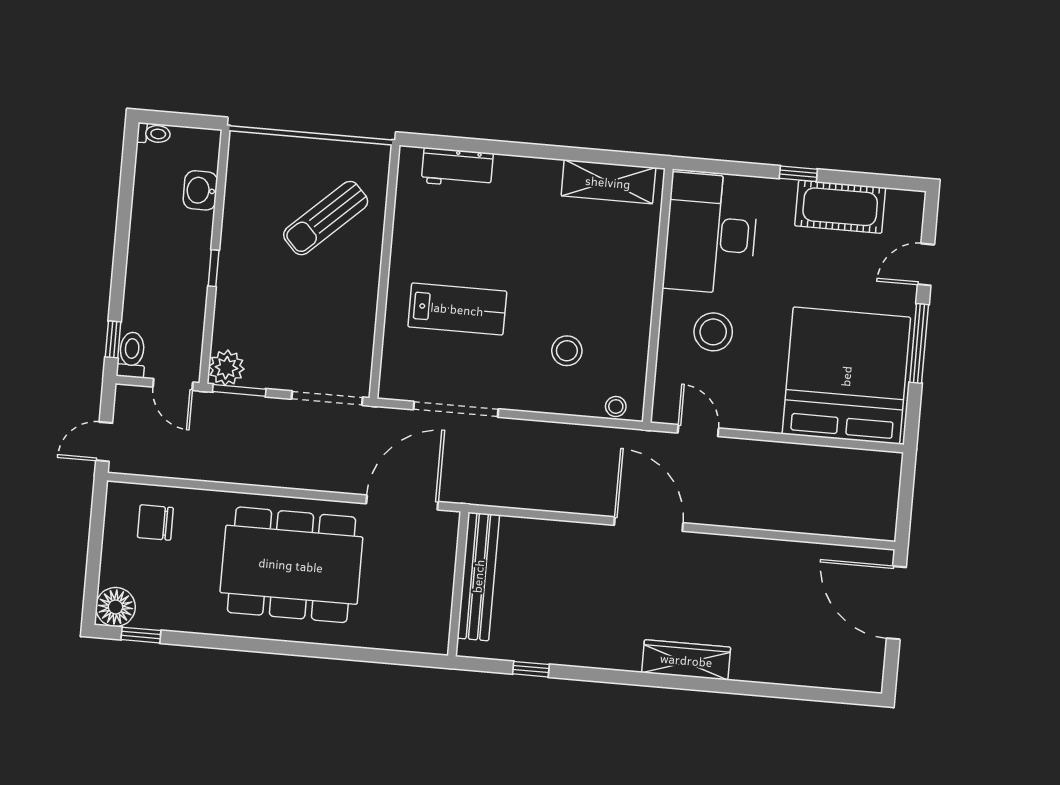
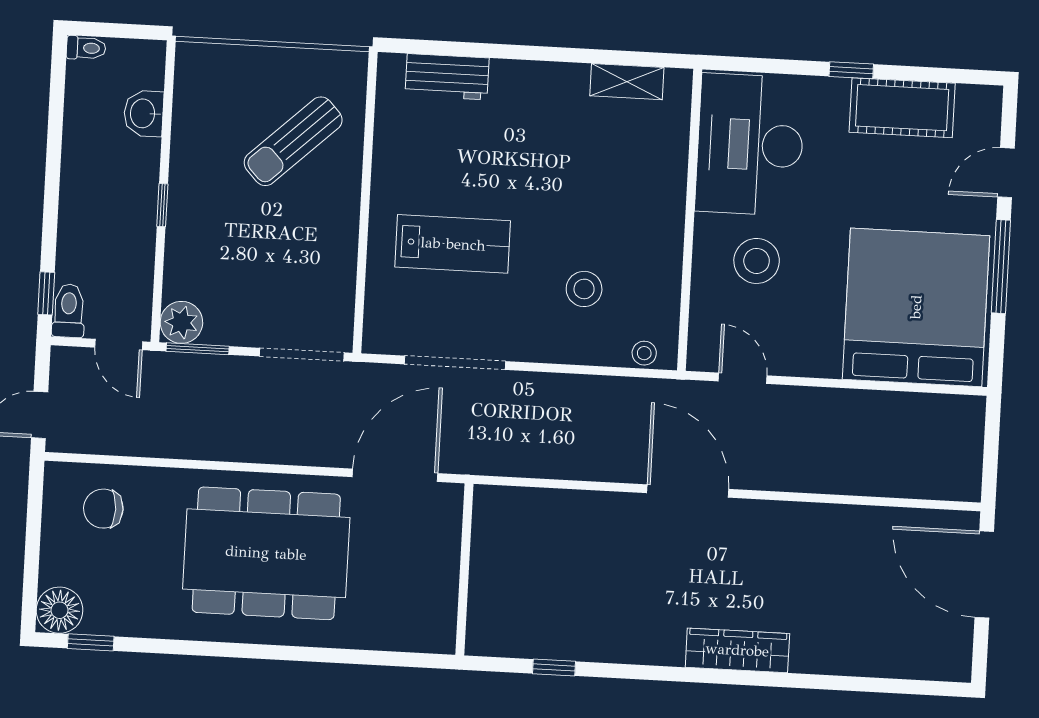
shelving: (608, 182) -> (627, 82), width x0.67, depth x0.75
bench: (478, 576) -> (488, 560), removed

